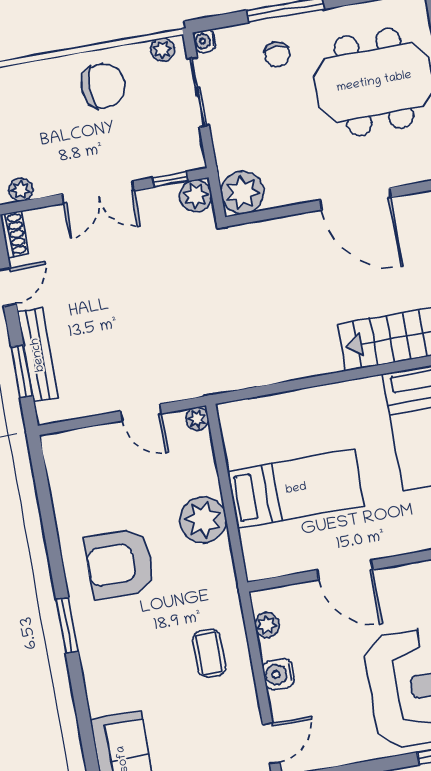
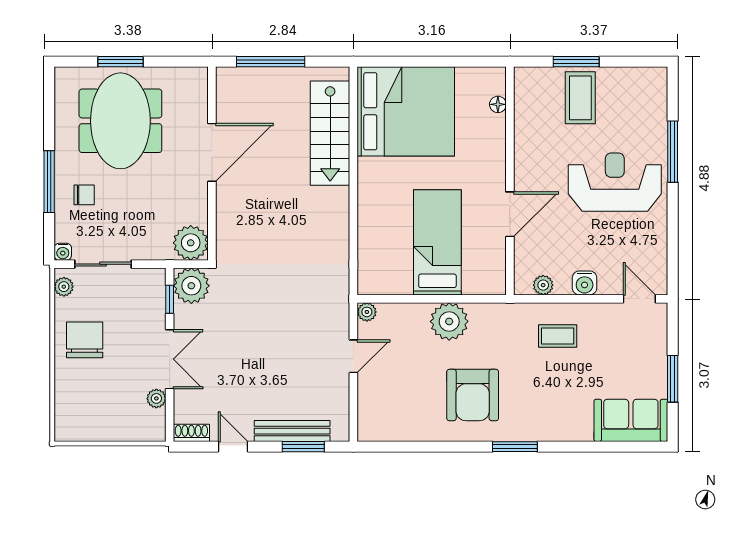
plant: (21, 190) -> (156, 398), moved
plant: (196, 196) -> (191, 286), width x1.36, depth x1.36

